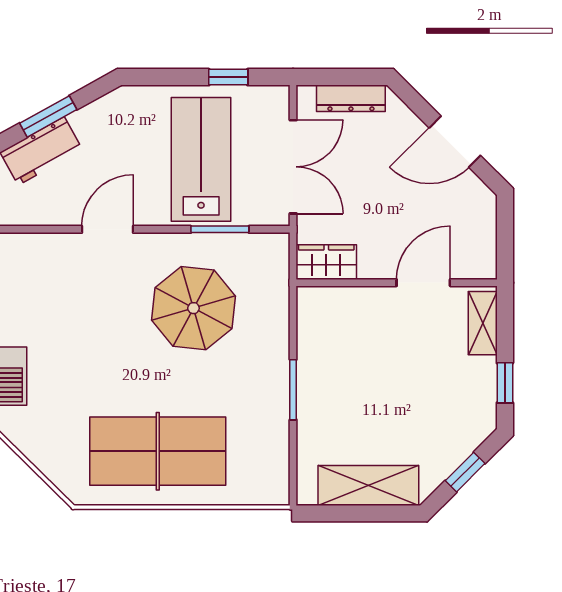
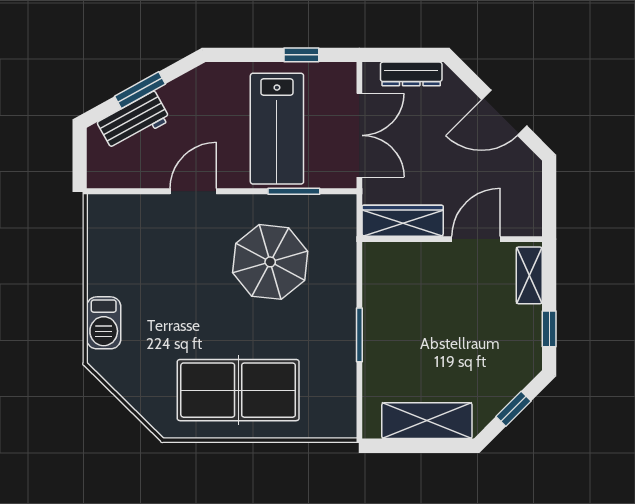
lab bench: (201, 159) -> (277, 129), turned 180
wardrobe: (326, 262) -> (403, 221), width x1.50

